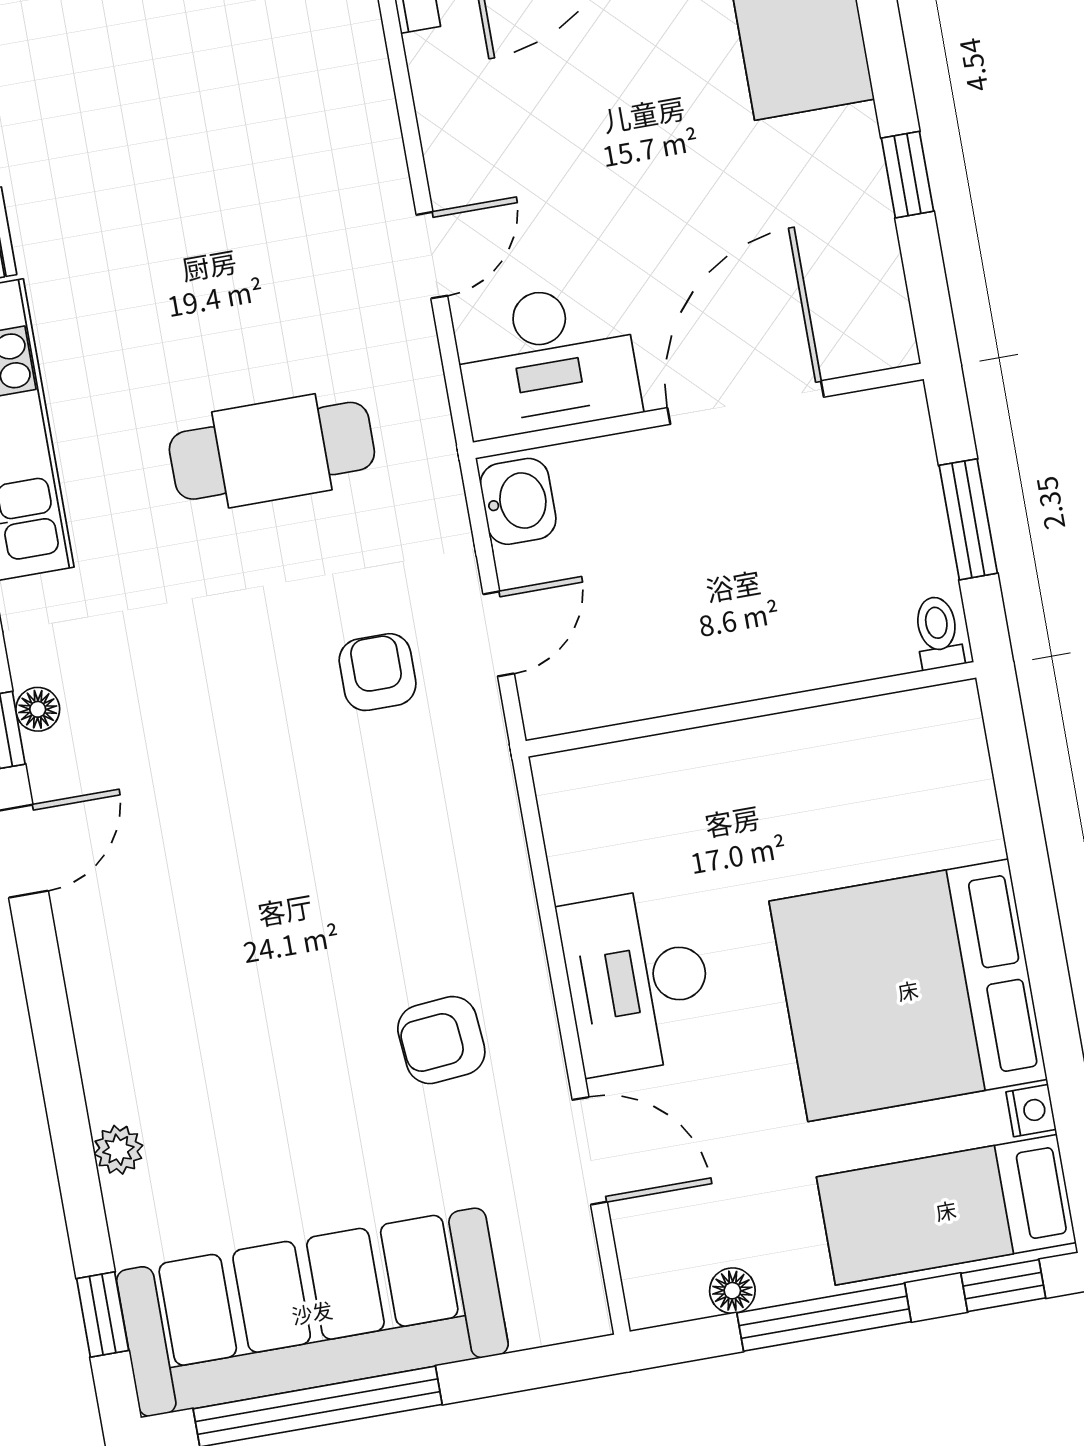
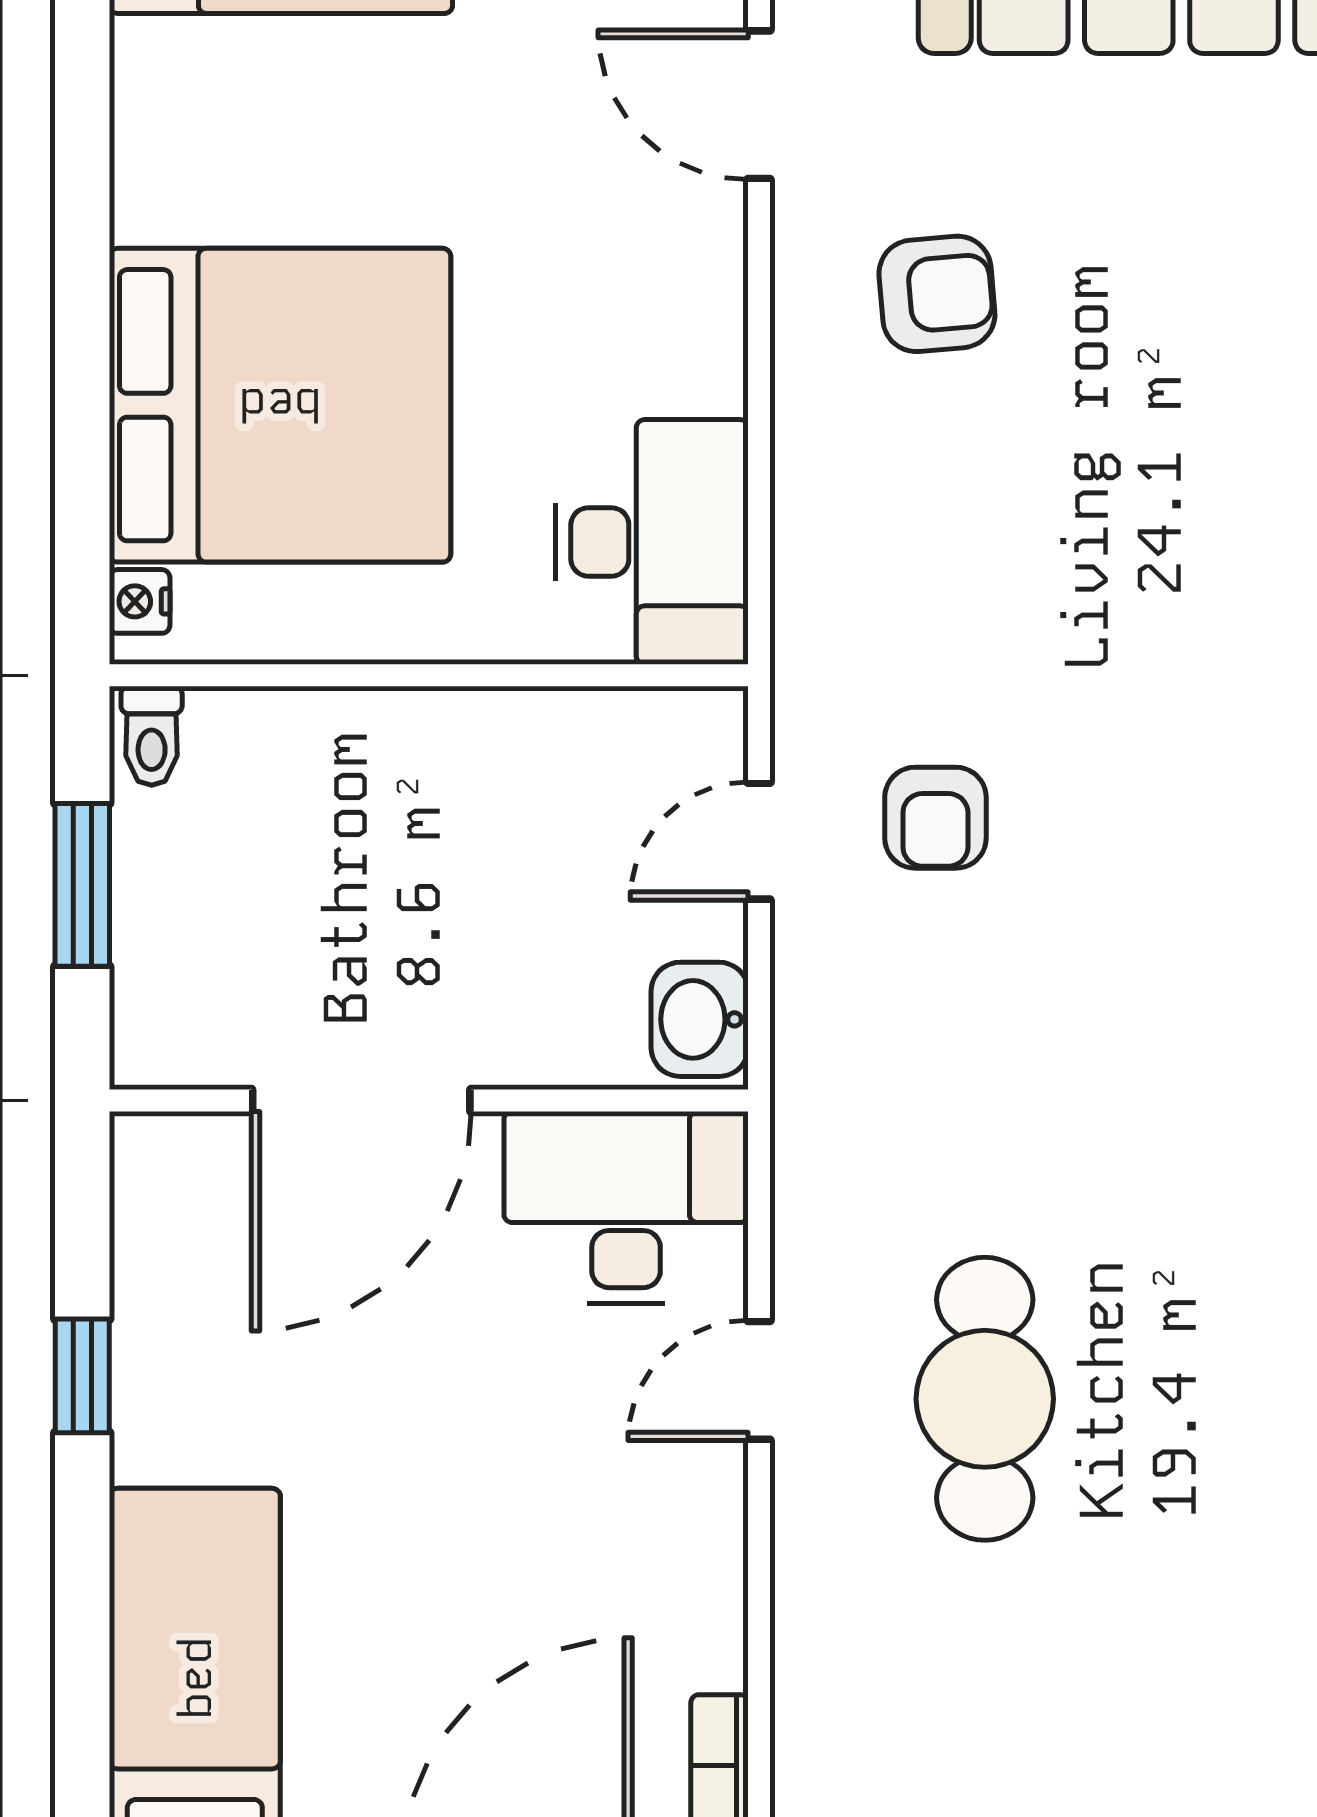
cafe table: (272, 451) -> (985, 1399), moved, turned 90
desk: (637, 981) -> (652, 542), moved
bed: (908, 990) -> (280, 405), moved
nightstand: (1031, 1111) -> (140, 601), moved

